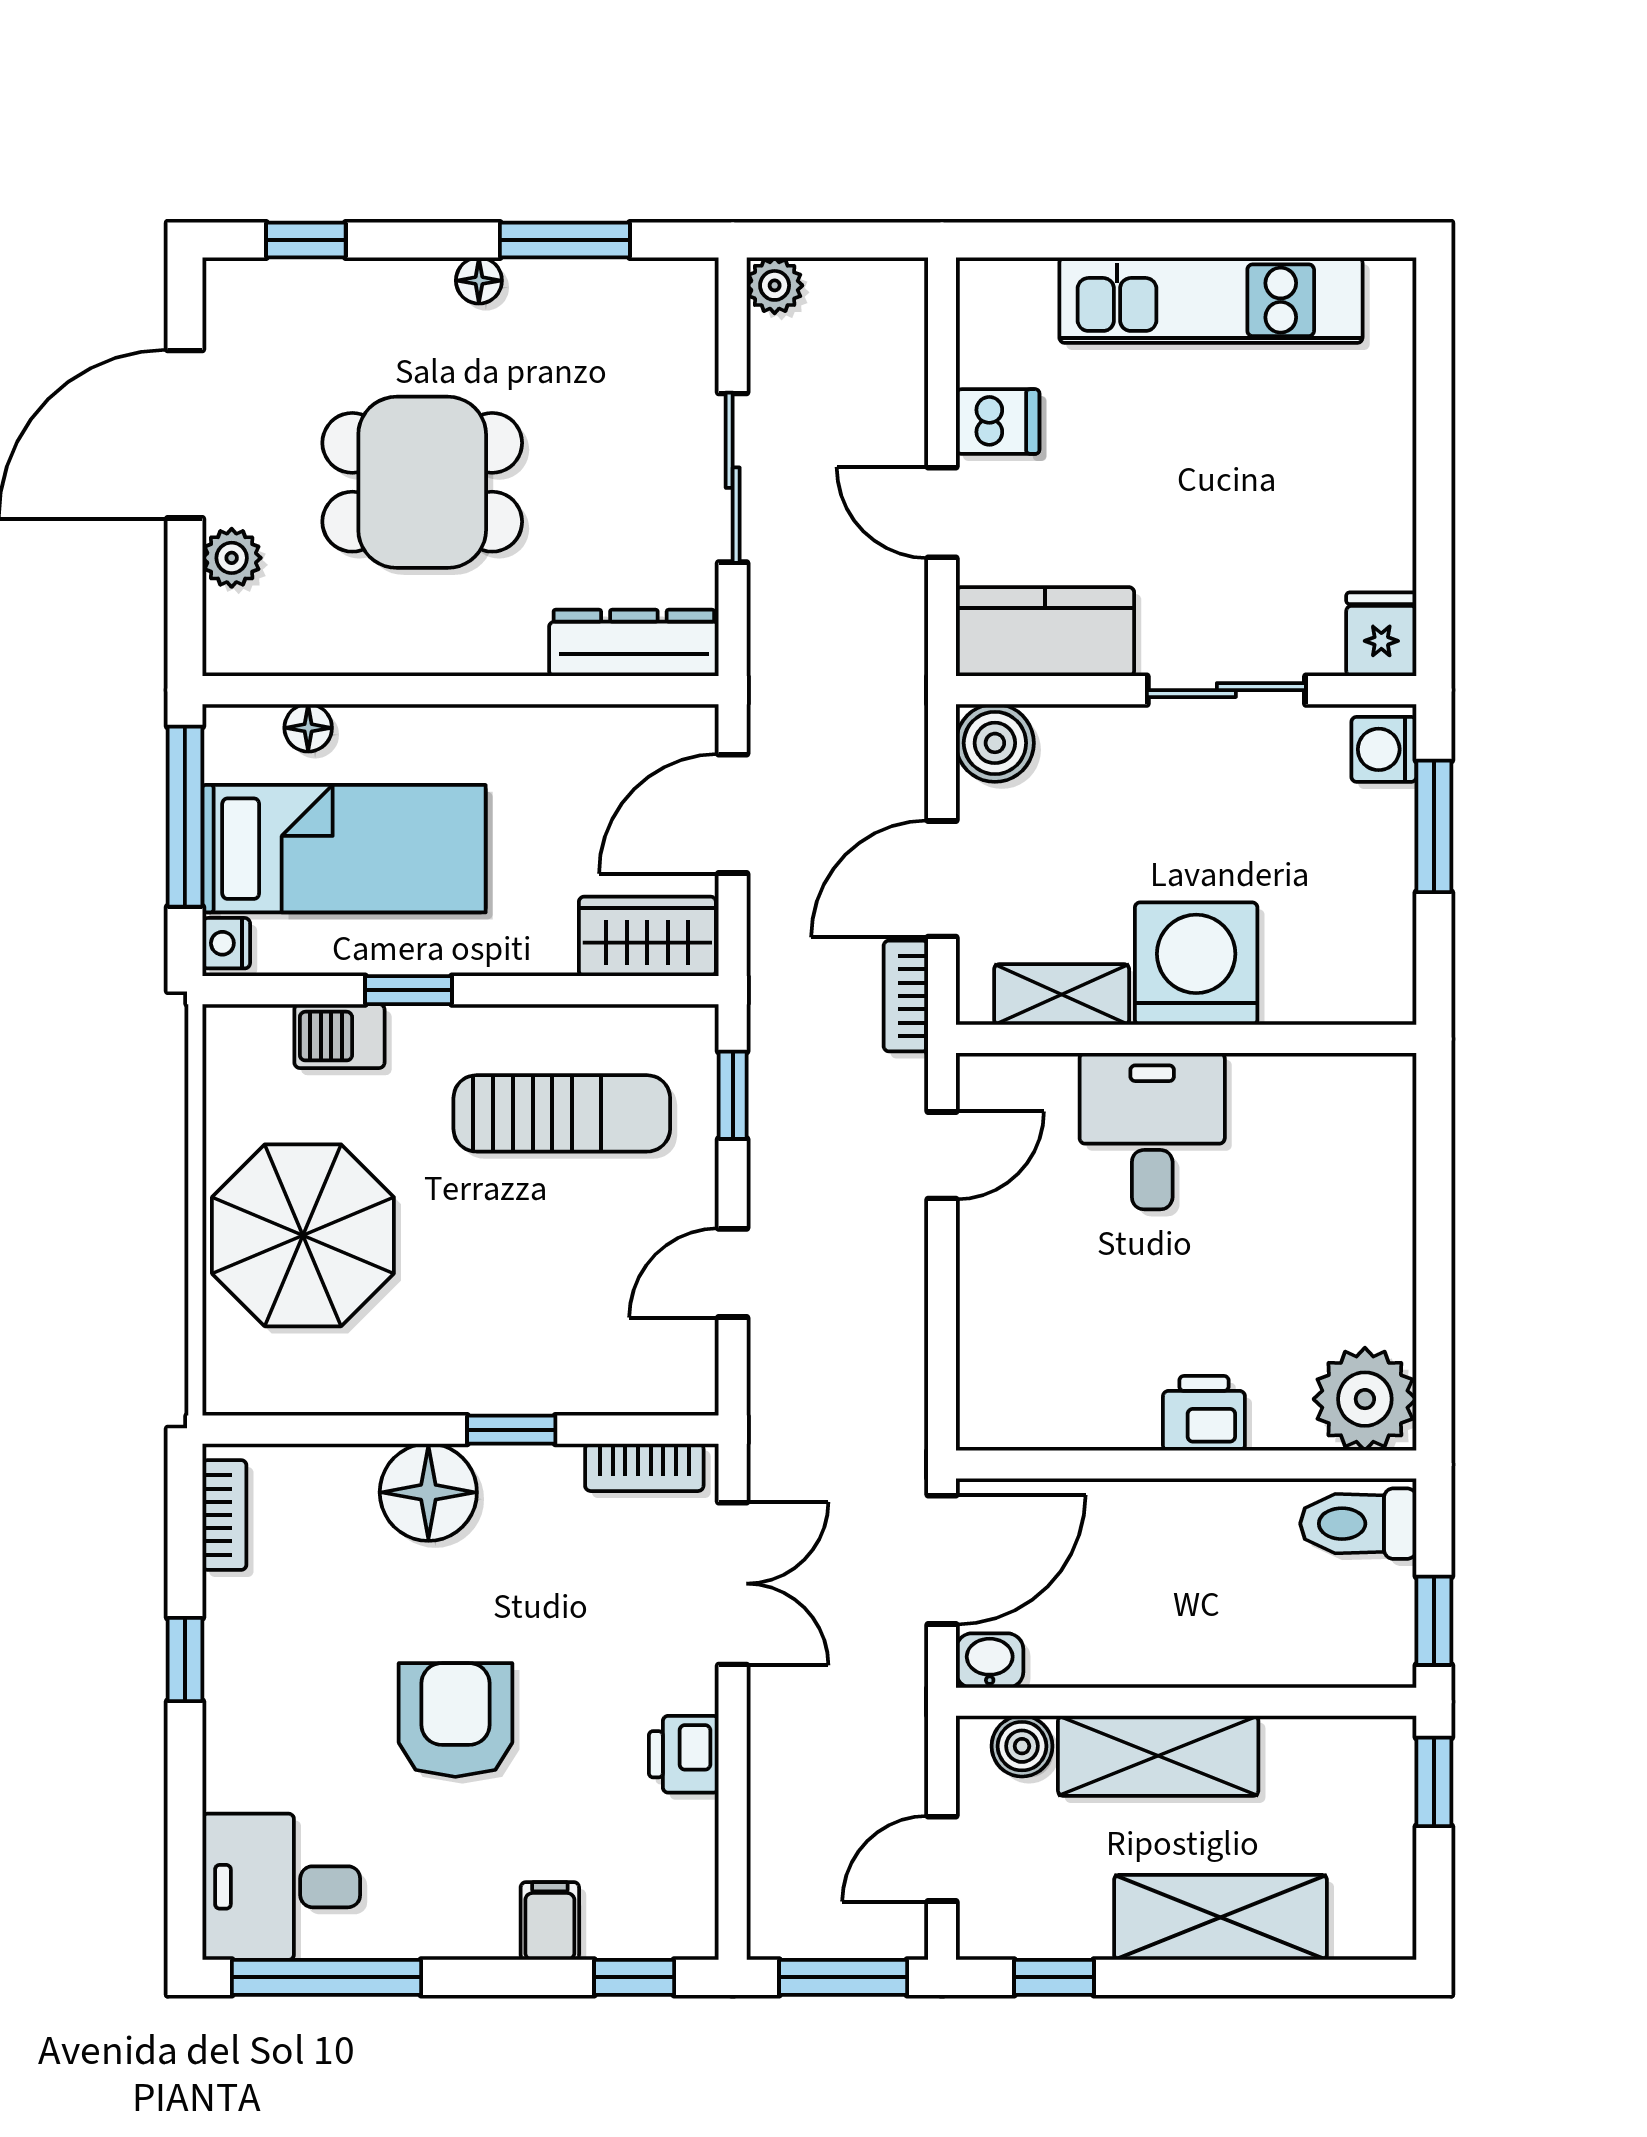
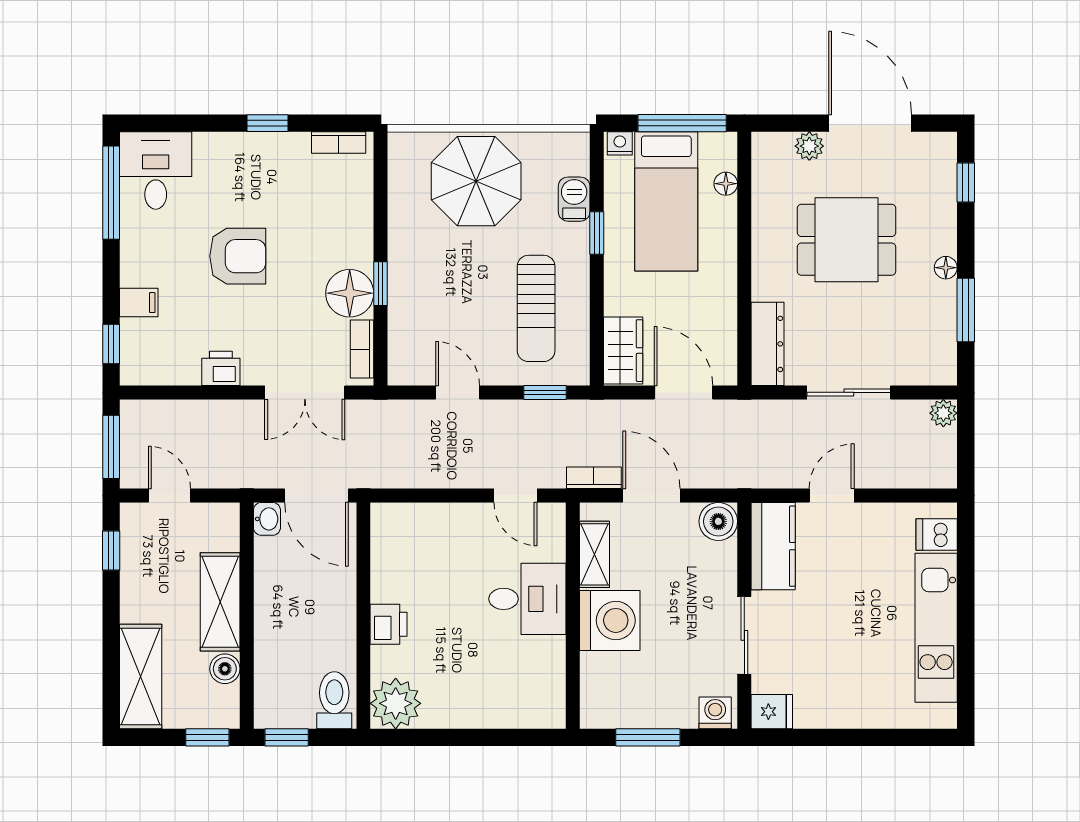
dishwasher: (998, 422) -> (937, 535), moved, turned 90
dining table: (422, 482) -> (847, 240), turned 90
window: (1434, 826) -> (648, 737), moved
floor lamp: (428, 1492) -> (350, 293), moved
boiler: (1022, 1746) -> (225, 669), moved
shelving: (1221, 1917) -> (141, 676), moved

